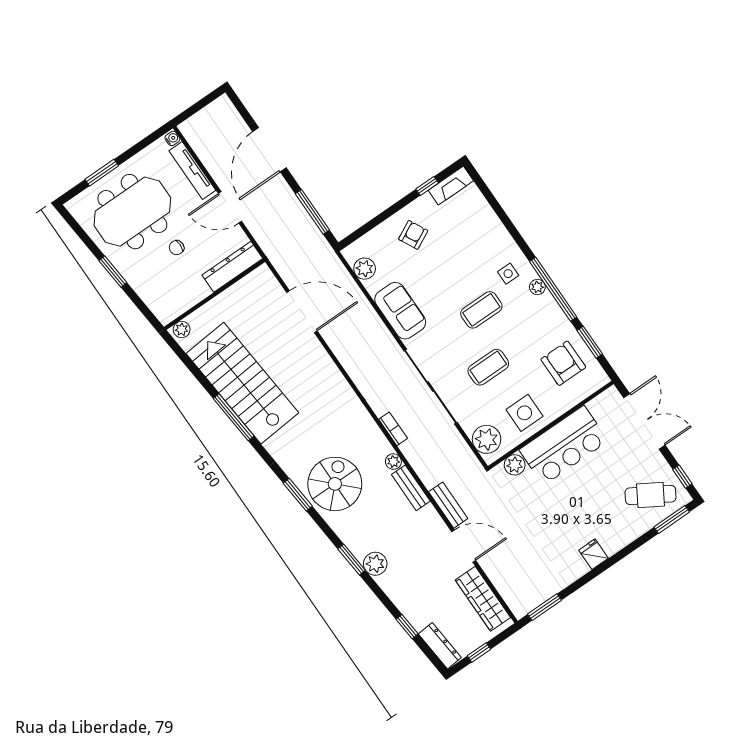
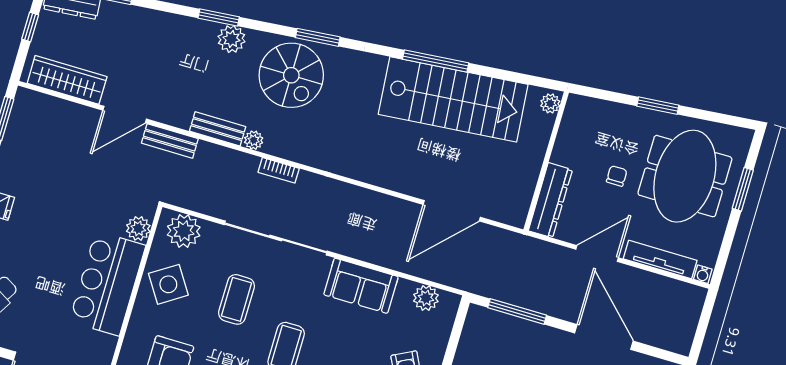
side table: (524, 413) -> (168, 284), turned -33
plant: (375, 564) -> (231, 39), moved

